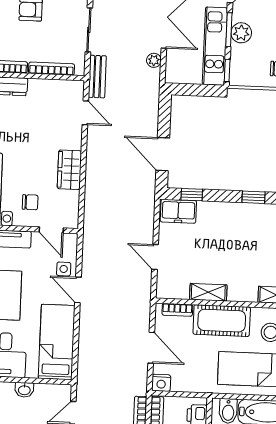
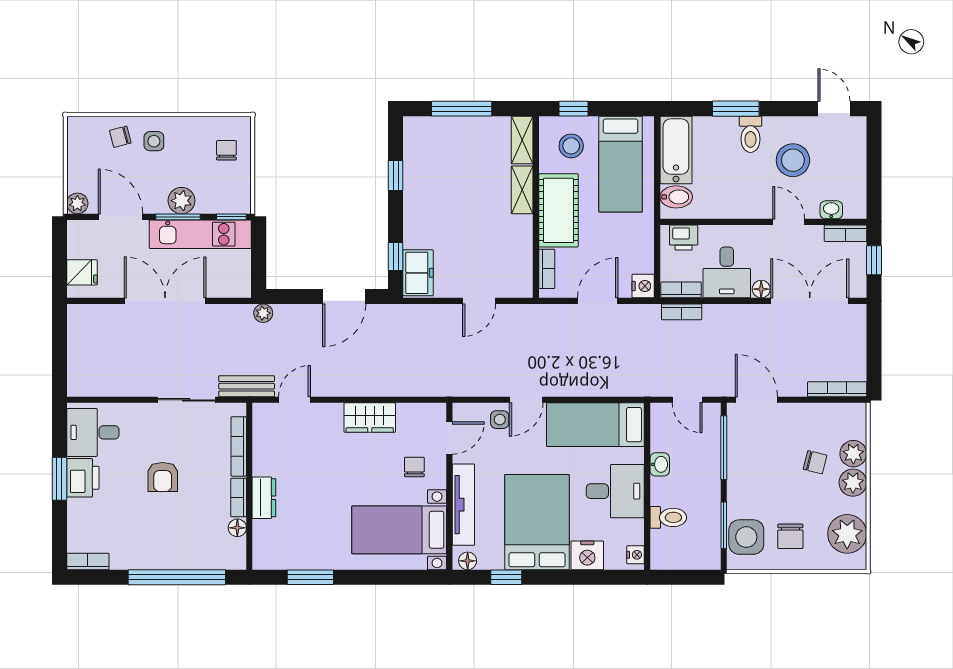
plant: (154, 60) -> (263, 313), moved
shelving: (208, 292) -> (522, 190), moved

